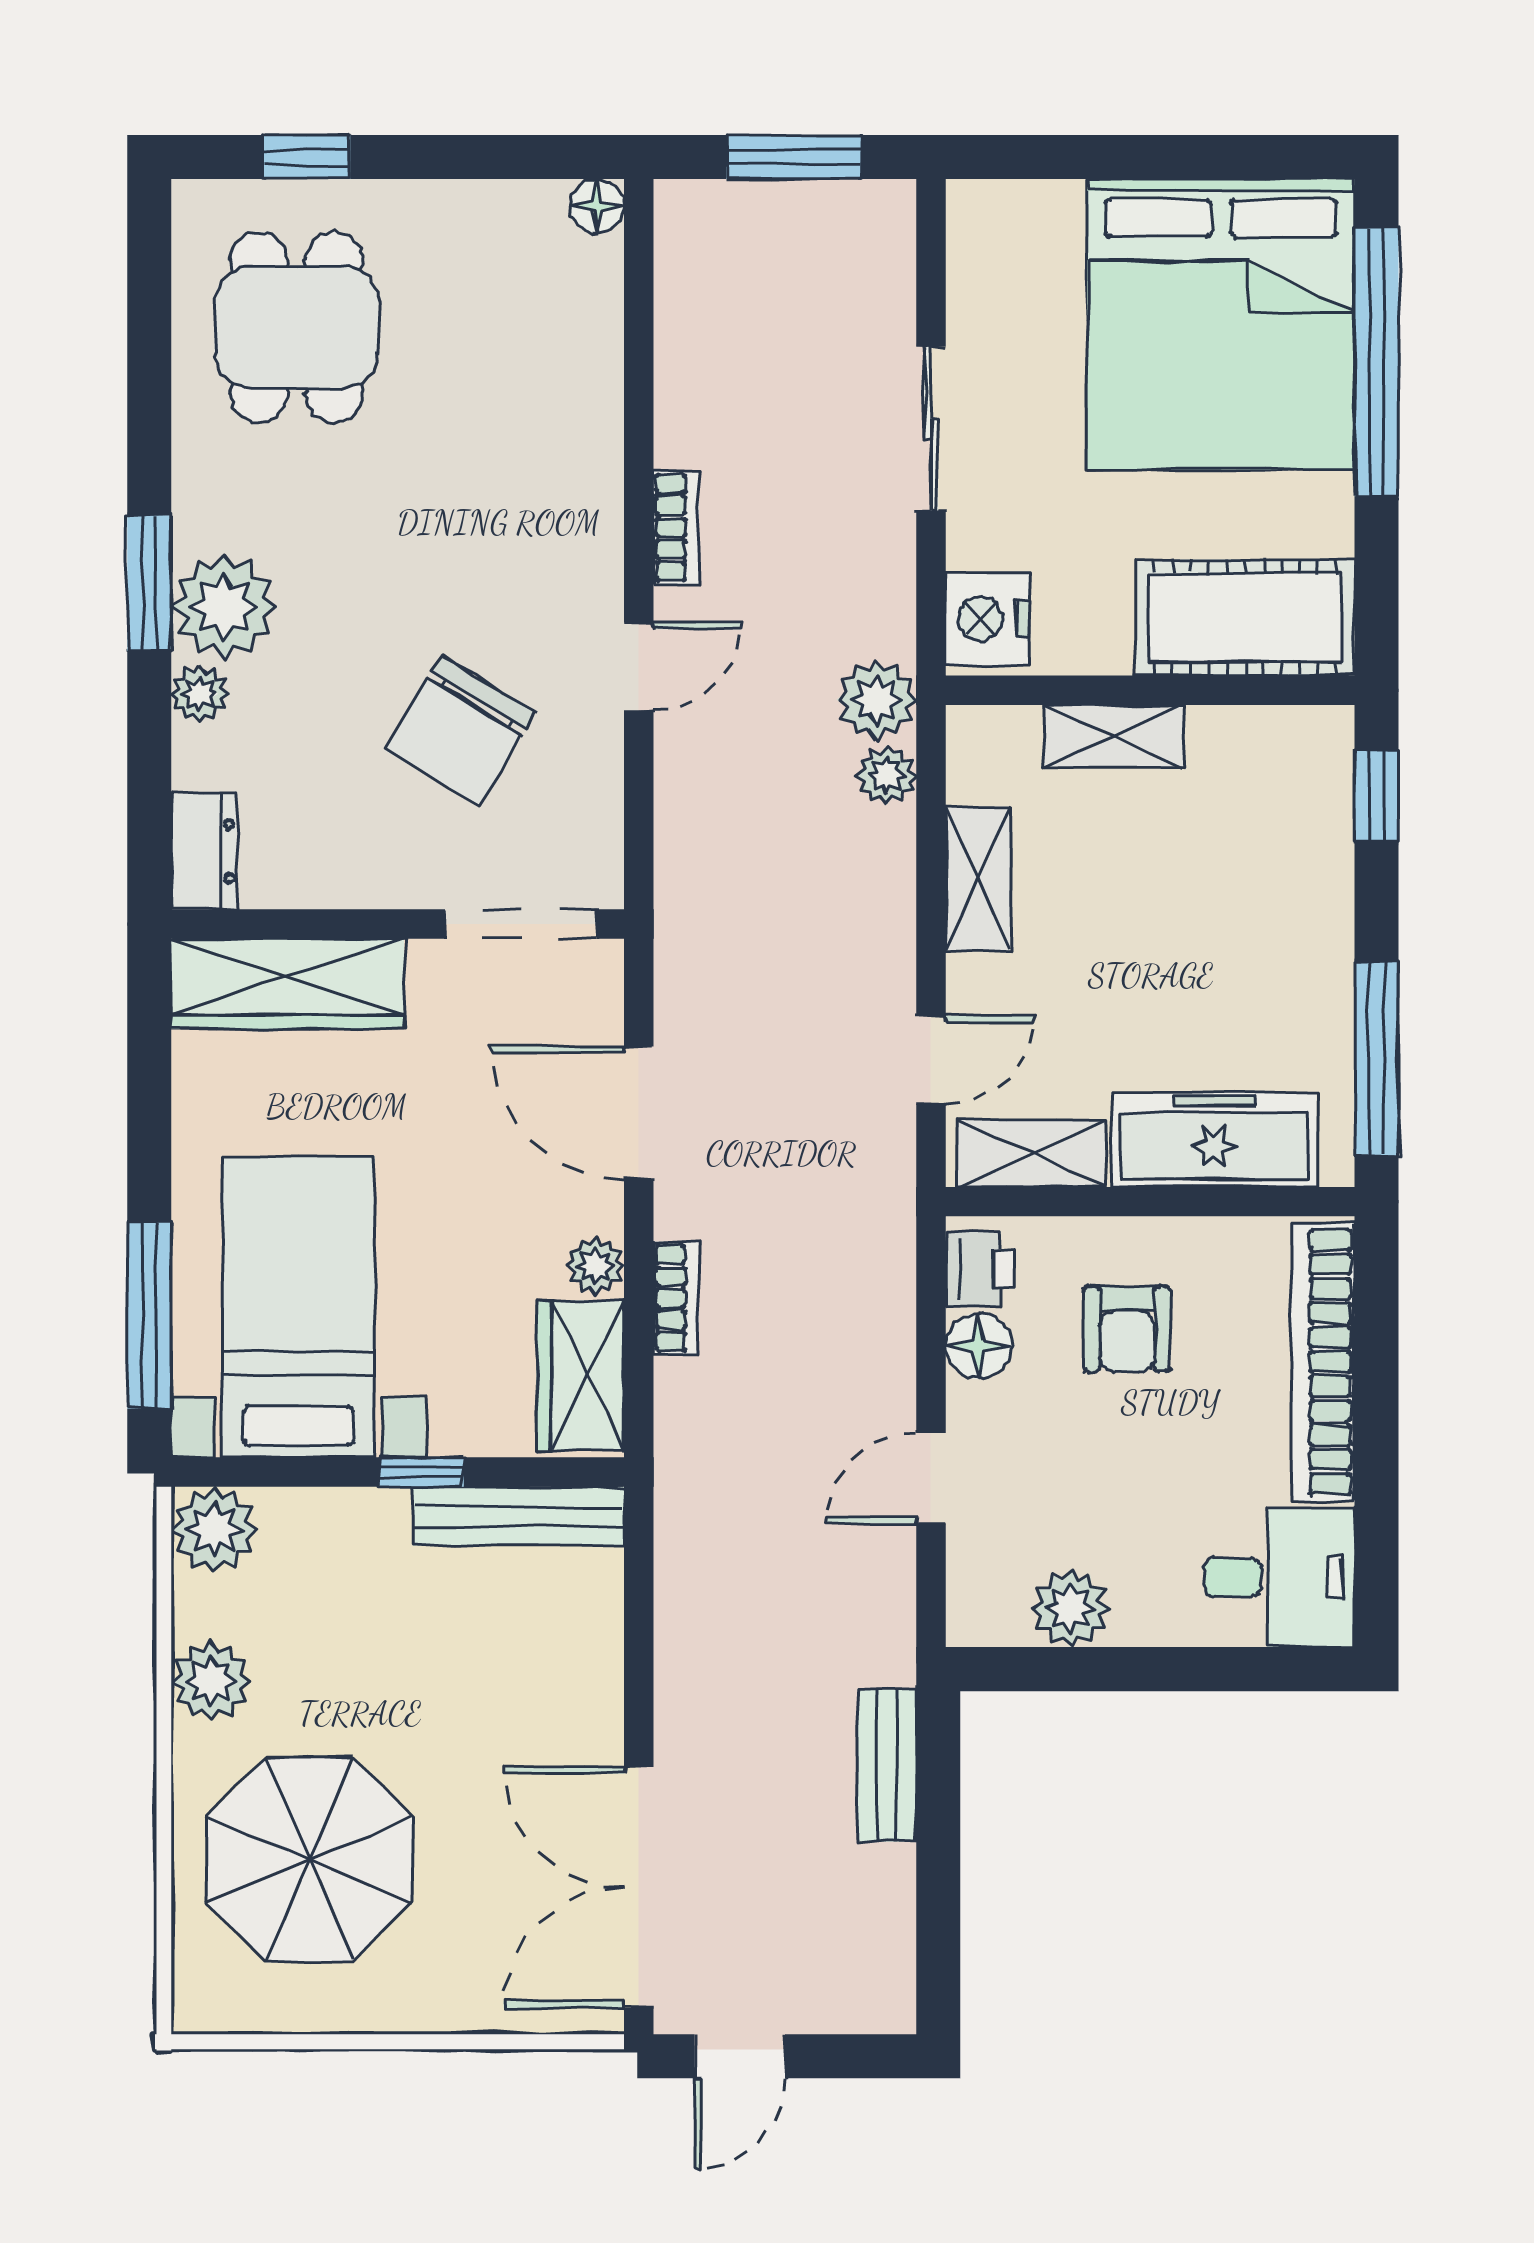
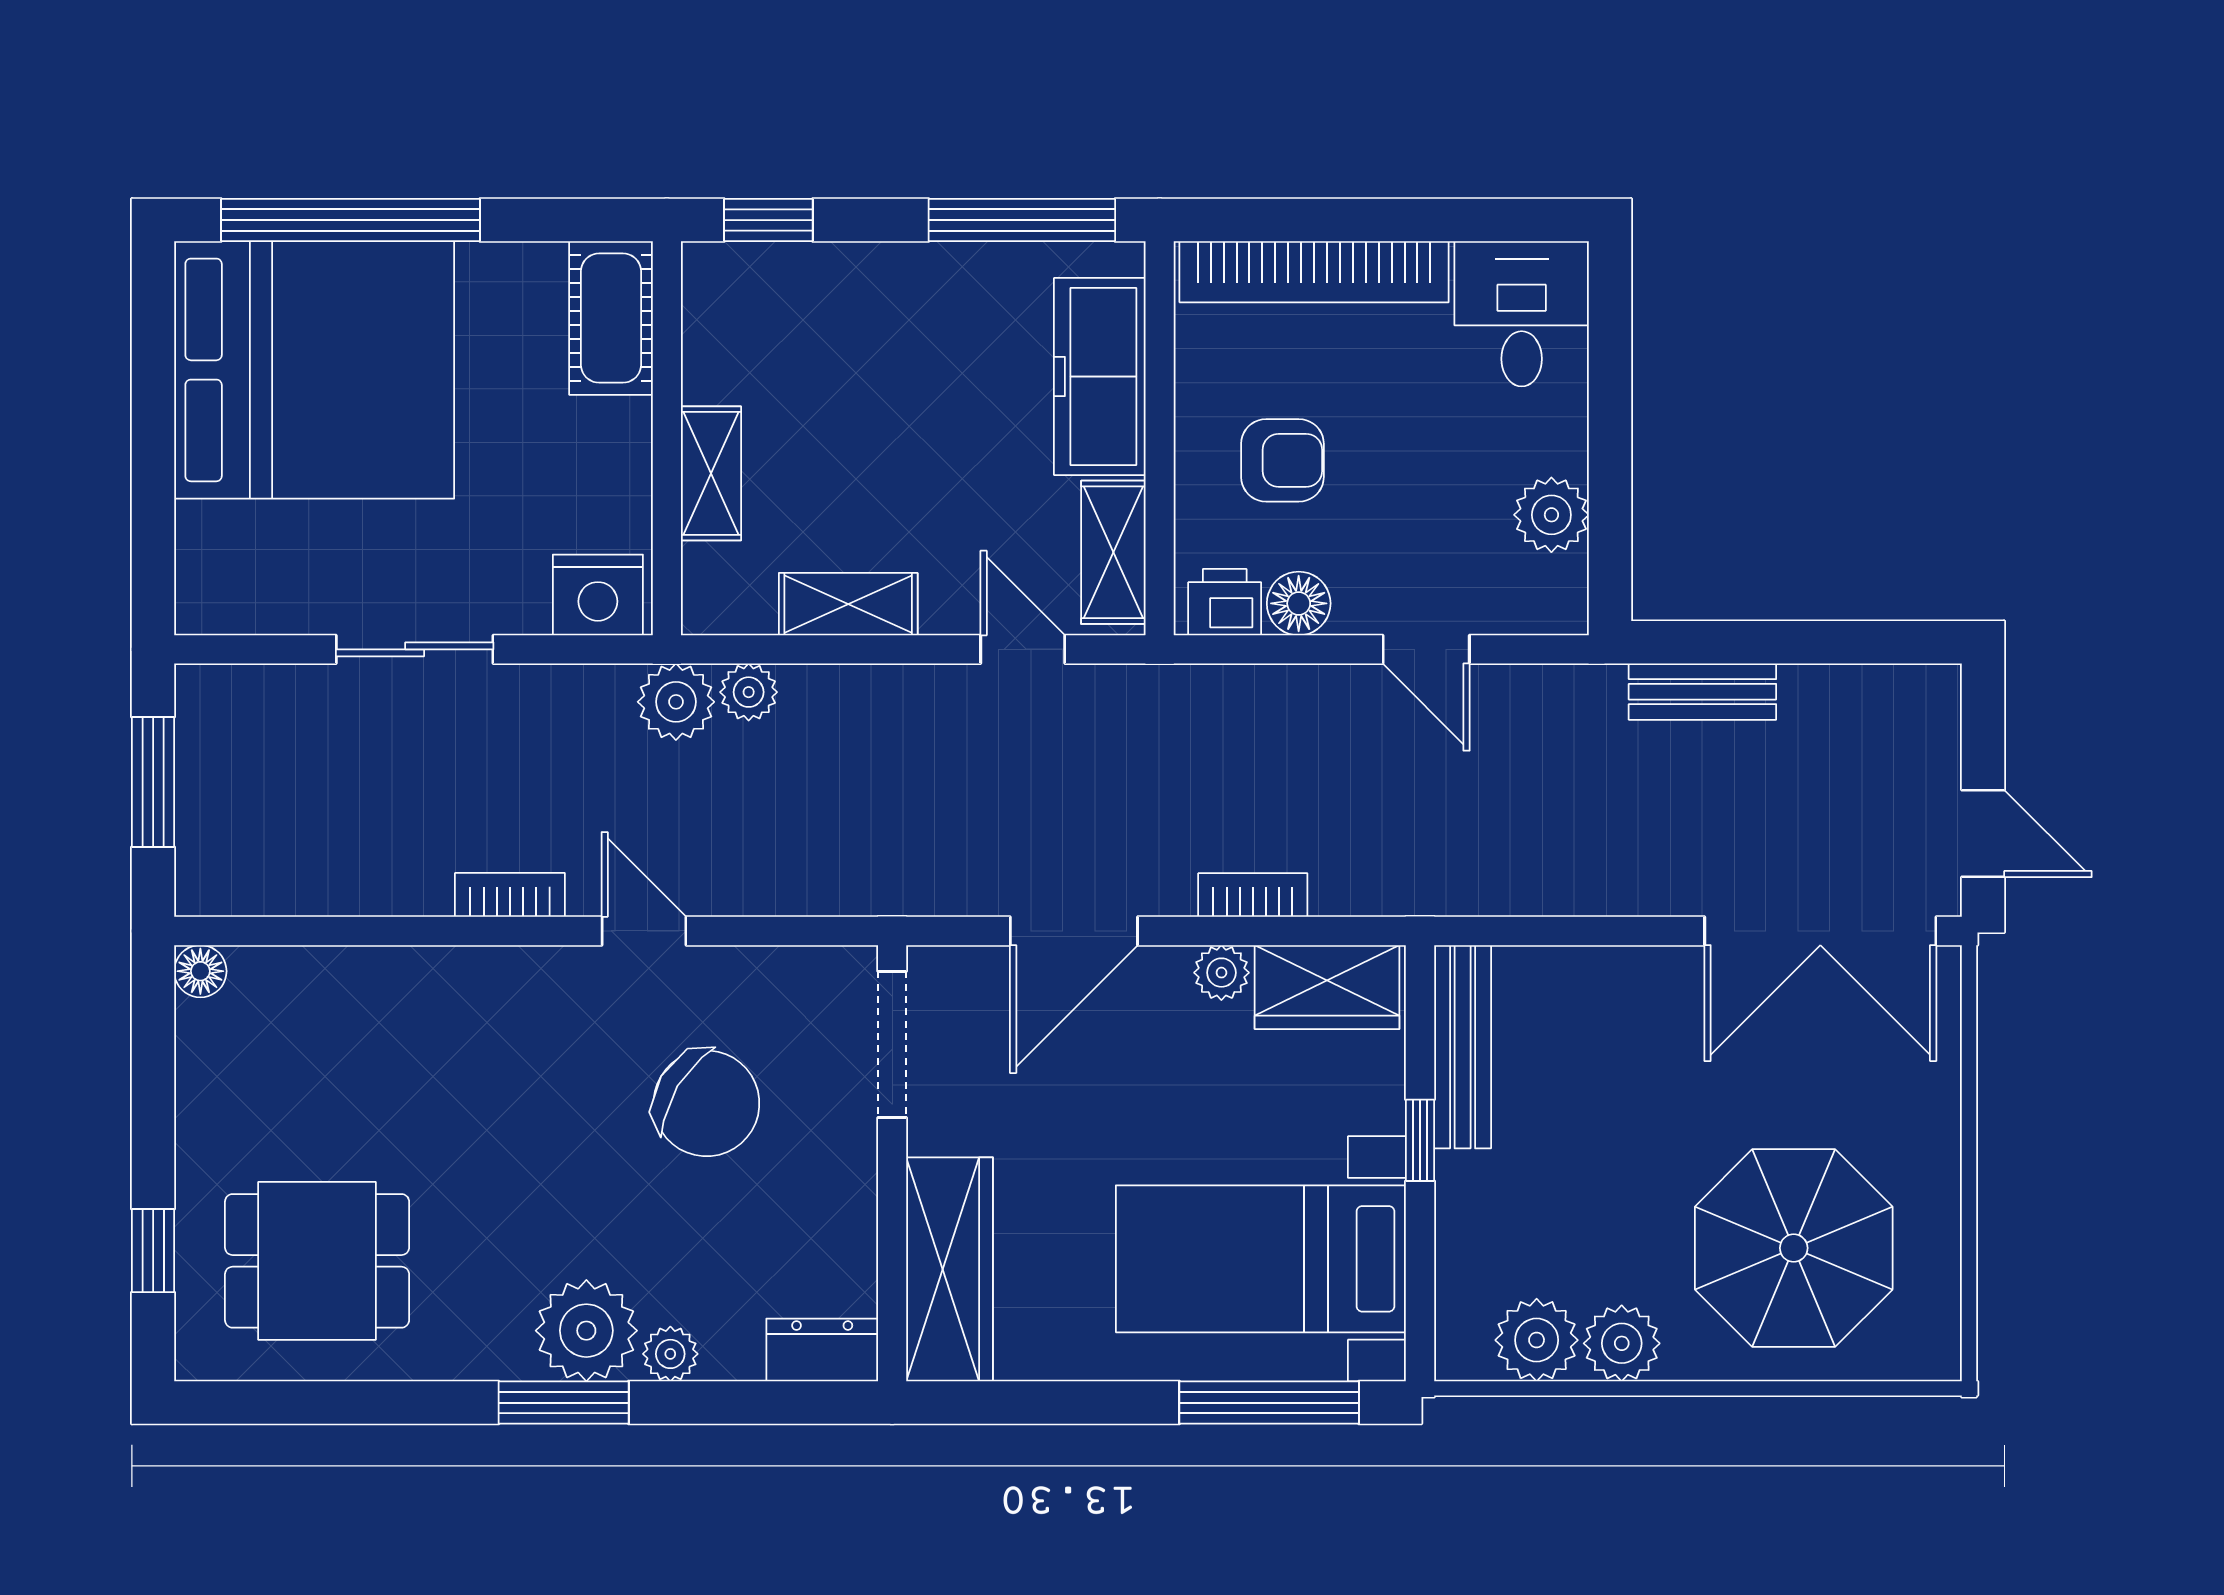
cot: (1245, 618) -> (611, 318), width x0.73, depth x0.75
plant: (214, 1529) -> (1537, 1340), moved

